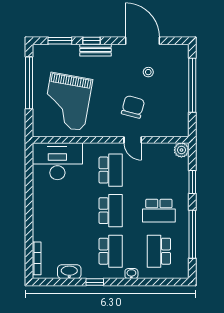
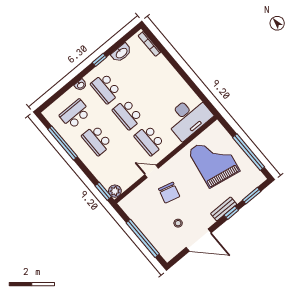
window: (192, 182) -> (103, 191), moved
school desk: (159, 211) -> (97, 140), turned -90
school desk: (159, 251) -> (75, 114), turned -90

